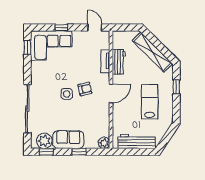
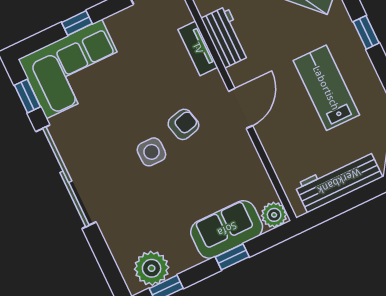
sliding door: (27, 109) -> (66, 177), moved
sofa: (68, 140) -> (227, 229), moved

